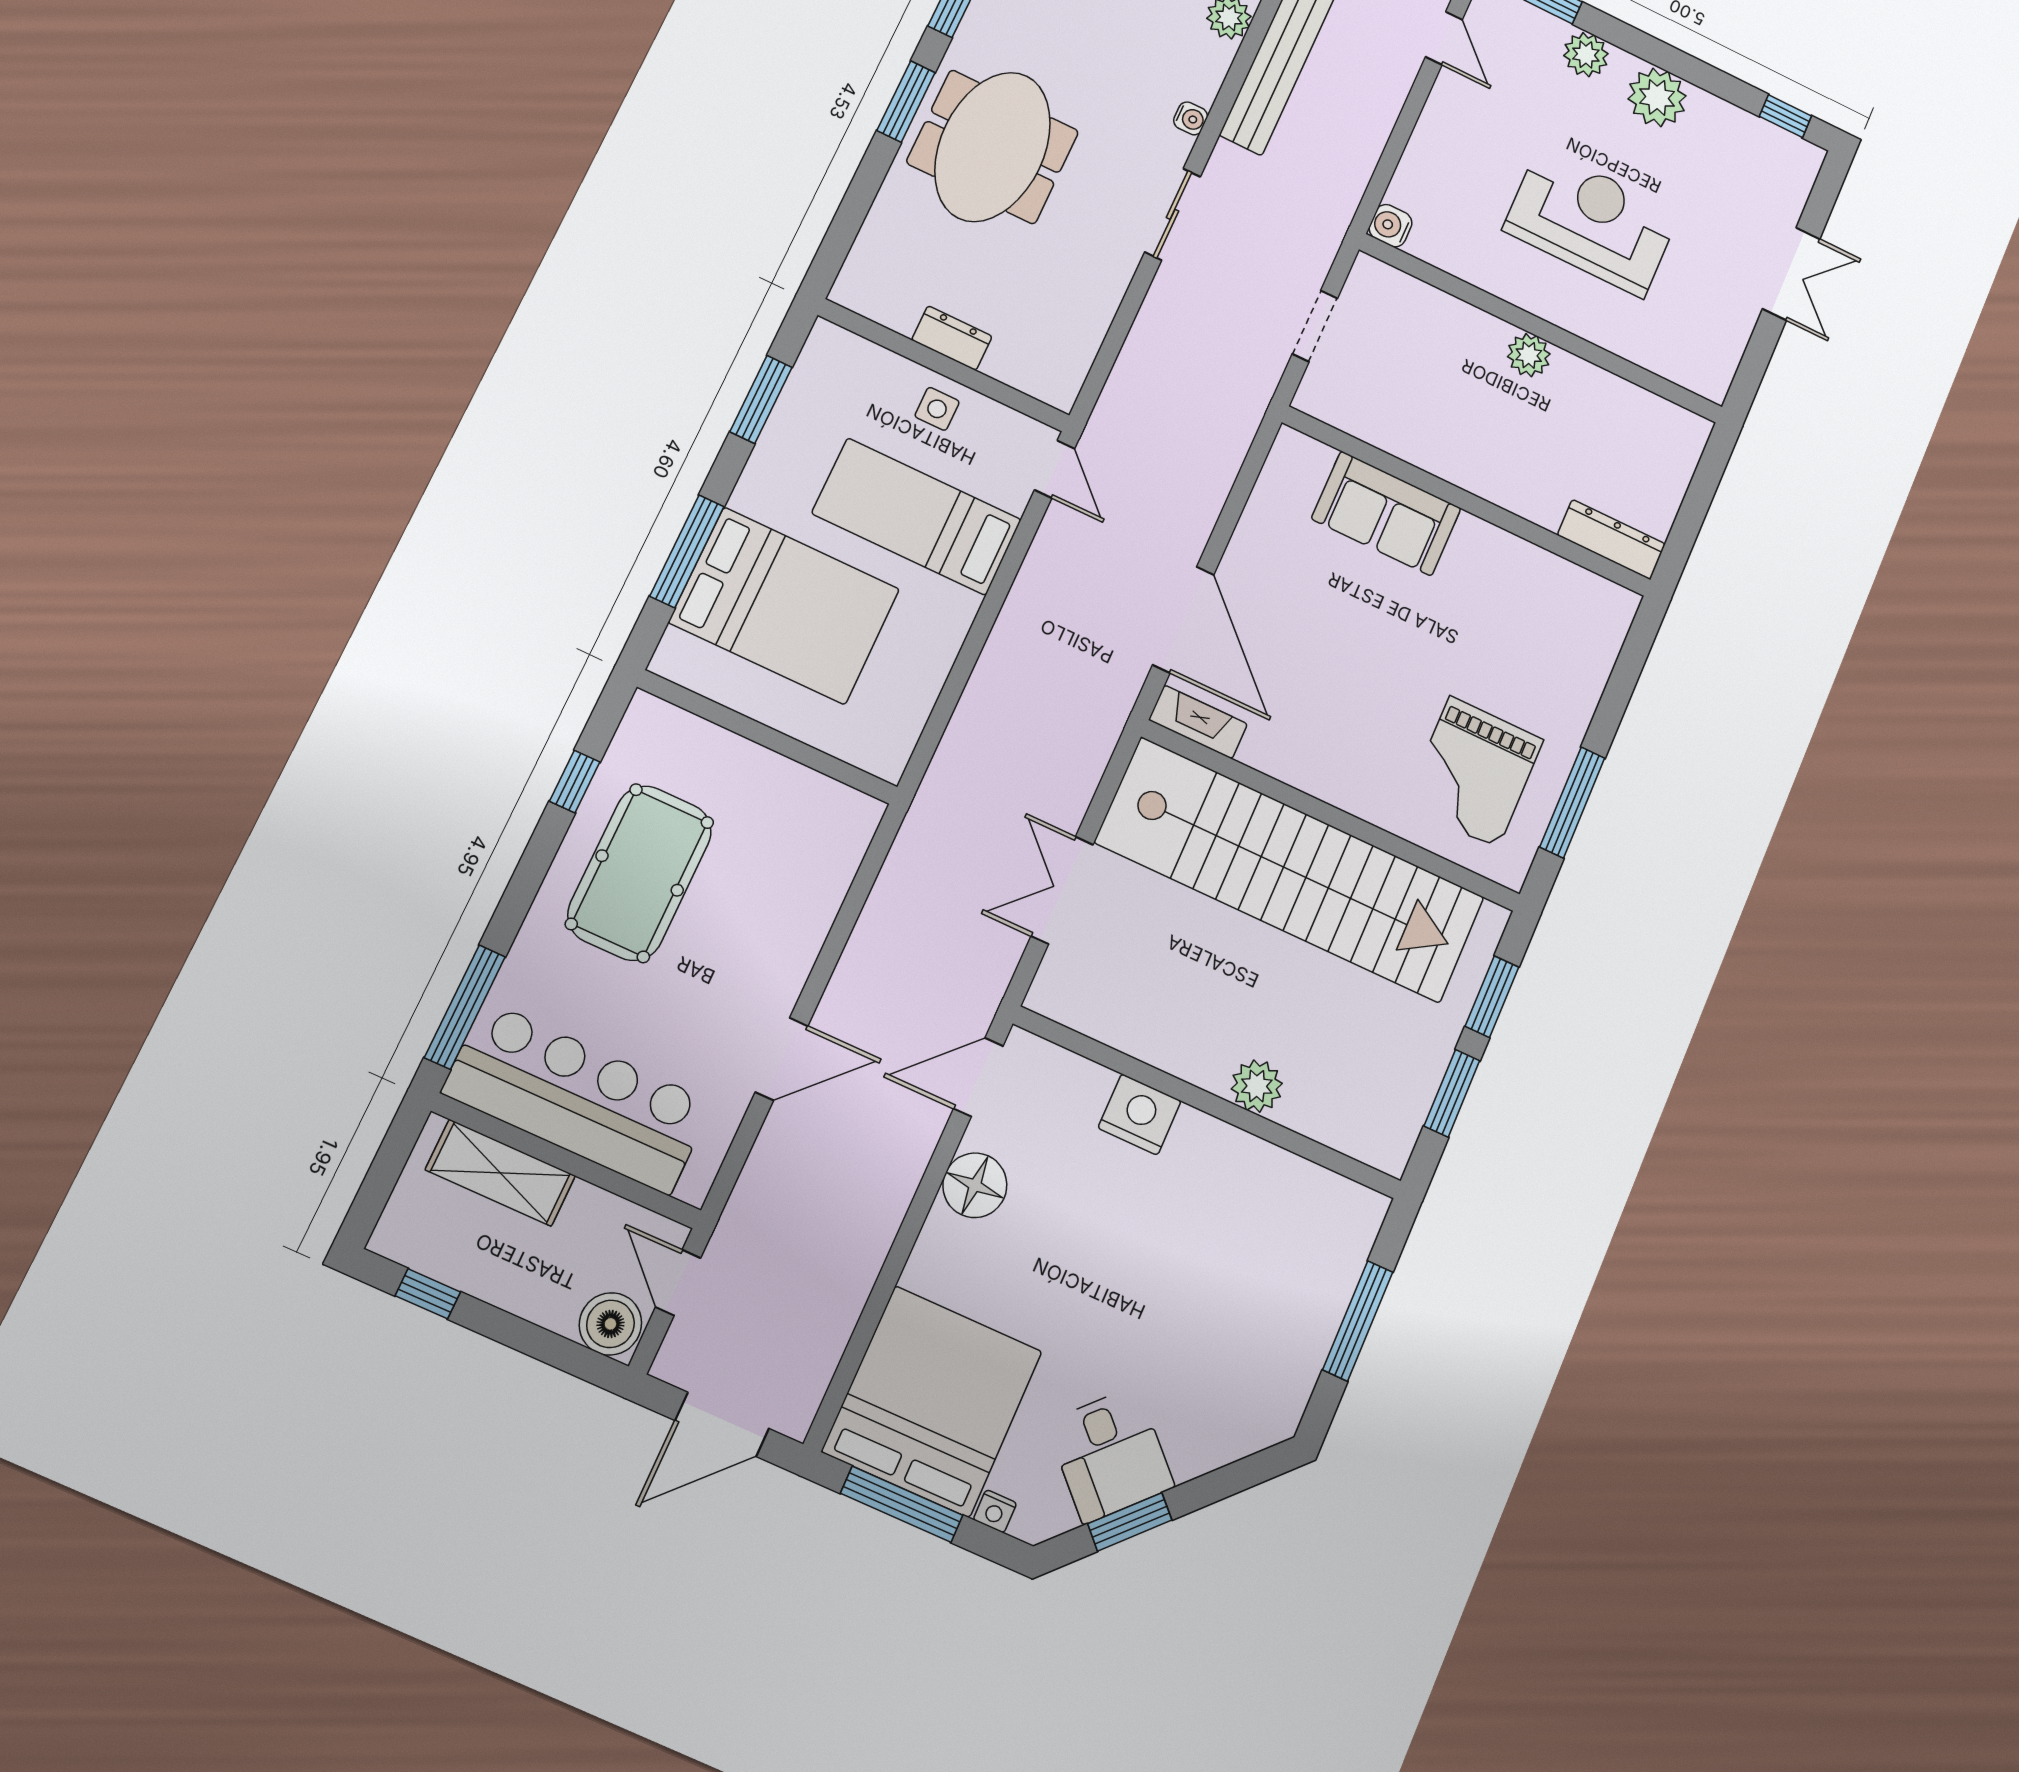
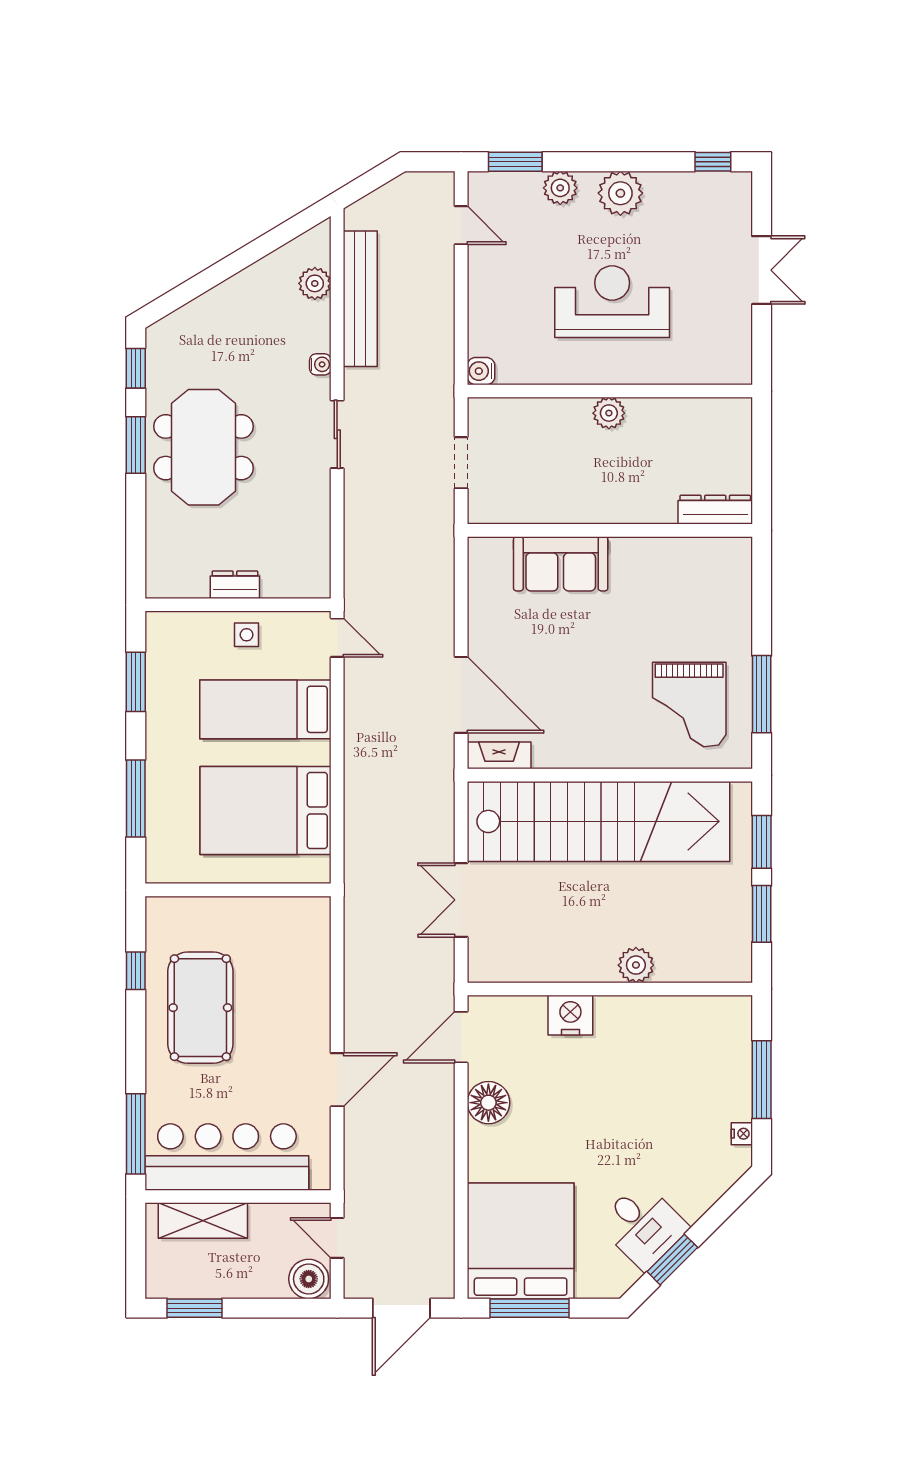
bed: (784, 606) -> (266, 810), moved, turned 180
window: (428, 1294) -> (195, 1308), width x1.50
nightstand: (995, 1511) -> (742, 1134), moved, turned -90

